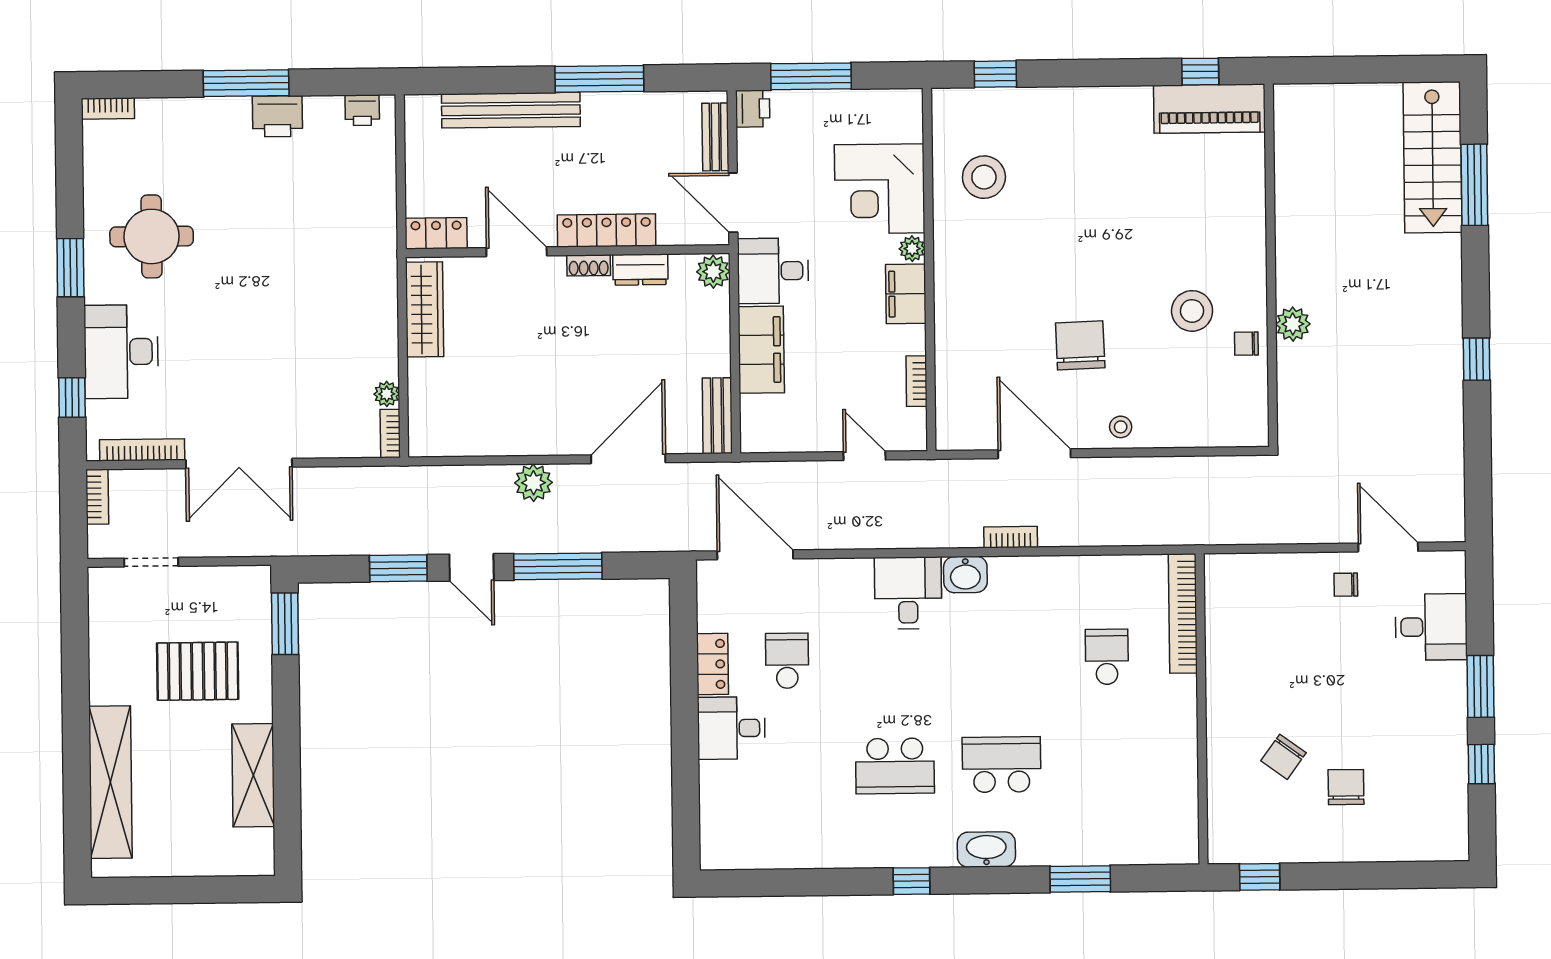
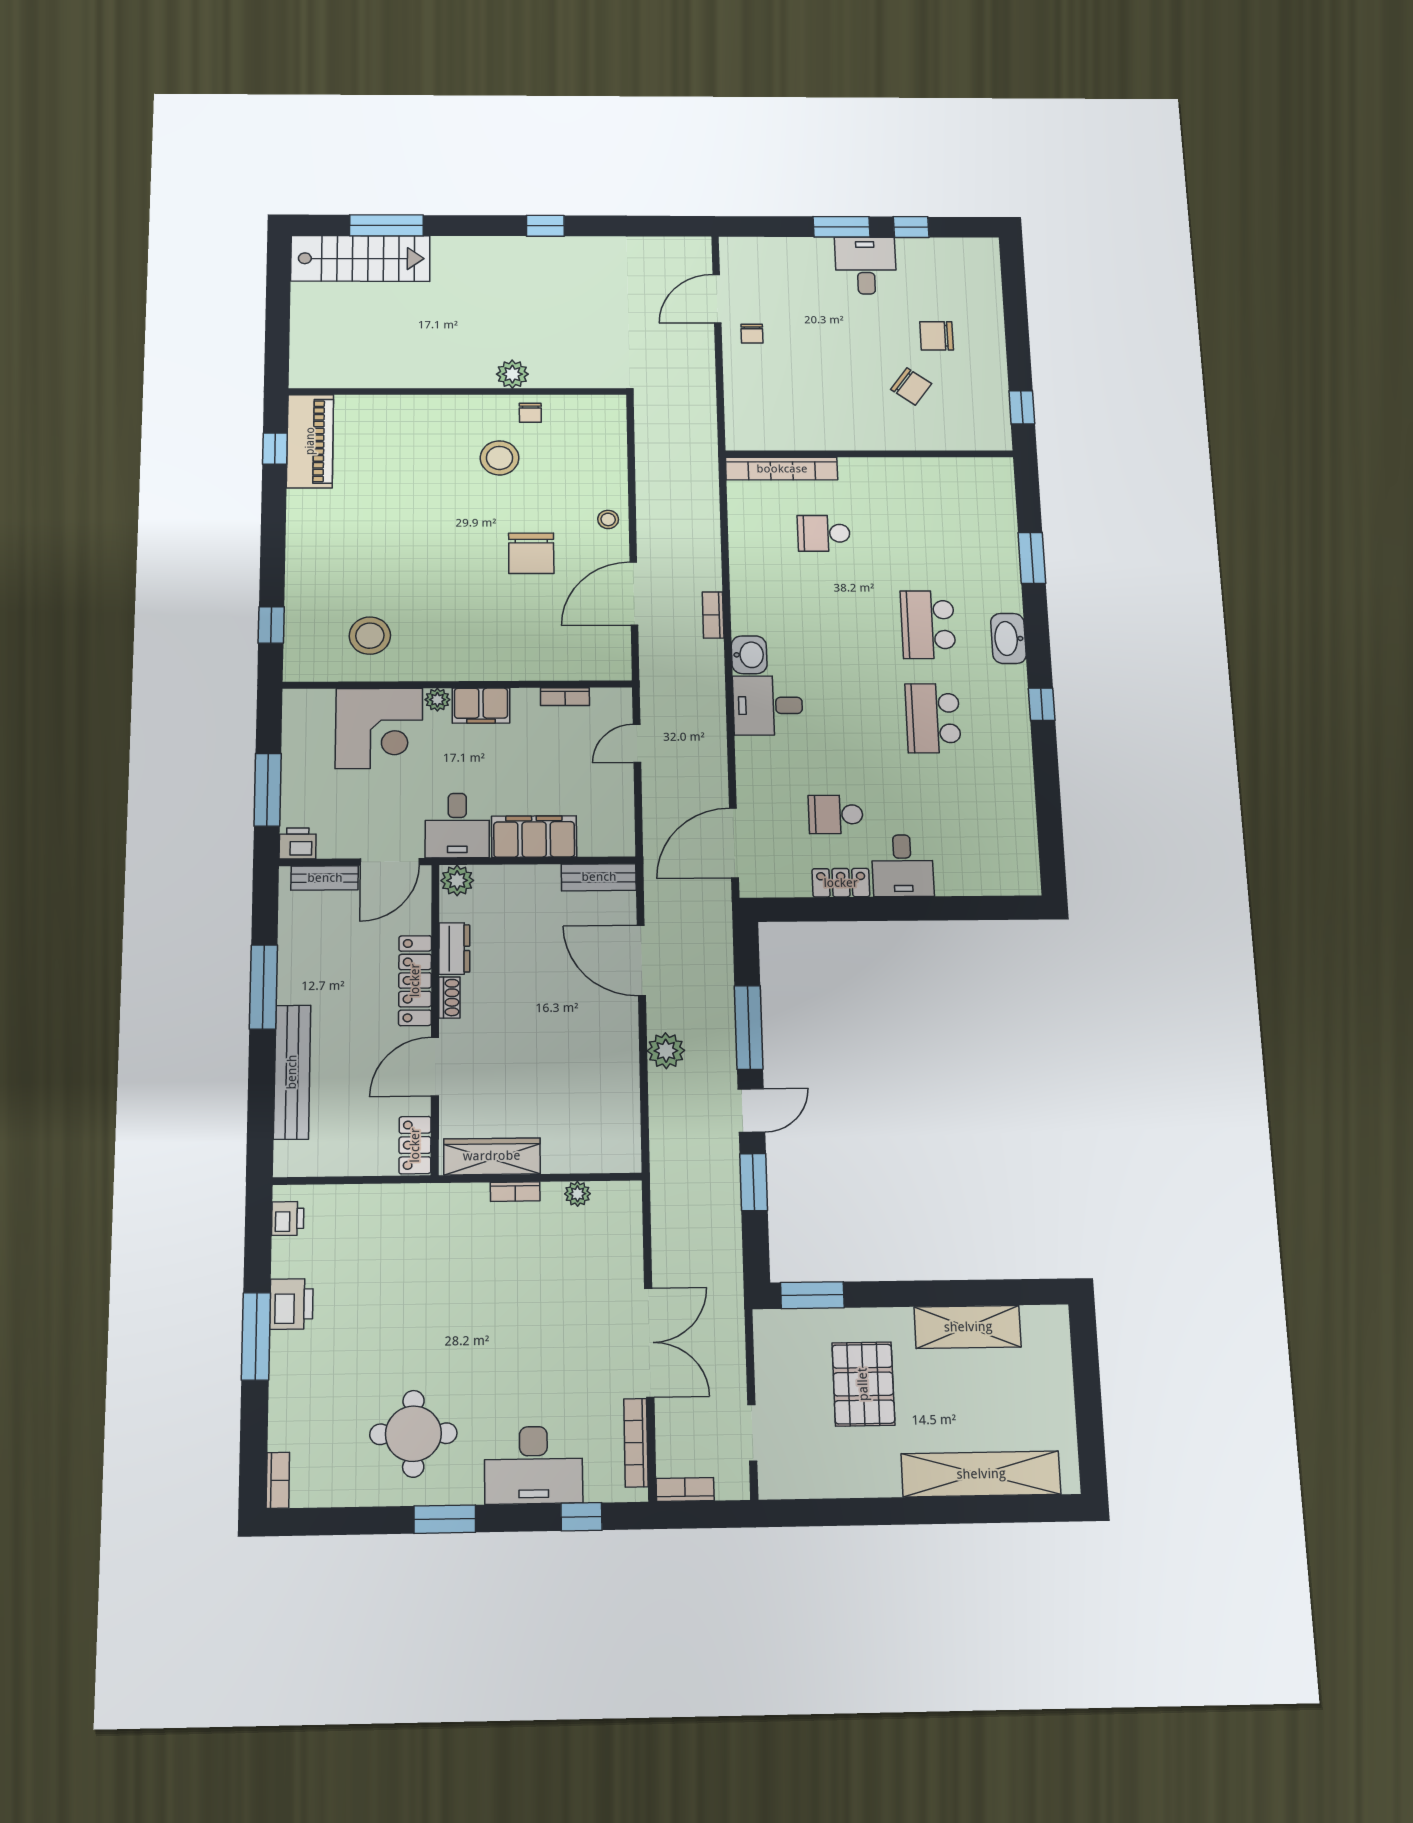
chair: (1080, 345) -> (531, 553), turned -88
bookcase: (390, 433) -> (515, 1192), moved
desk: (1431, 627) -> (866, 266), moved
school desk: (895, 766) -> (933, 718), turned 180

